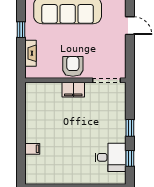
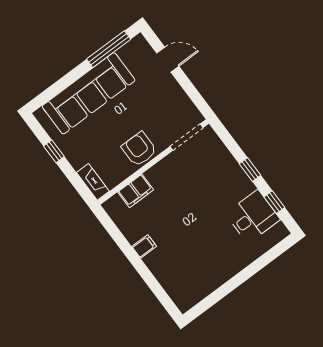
fireplace: (31, 53) -> (93, 182), moved
filing cabinet: (73, 90) -> (136, 191), moved
filing cabinet: (32, 149) -> (144, 246), moved

